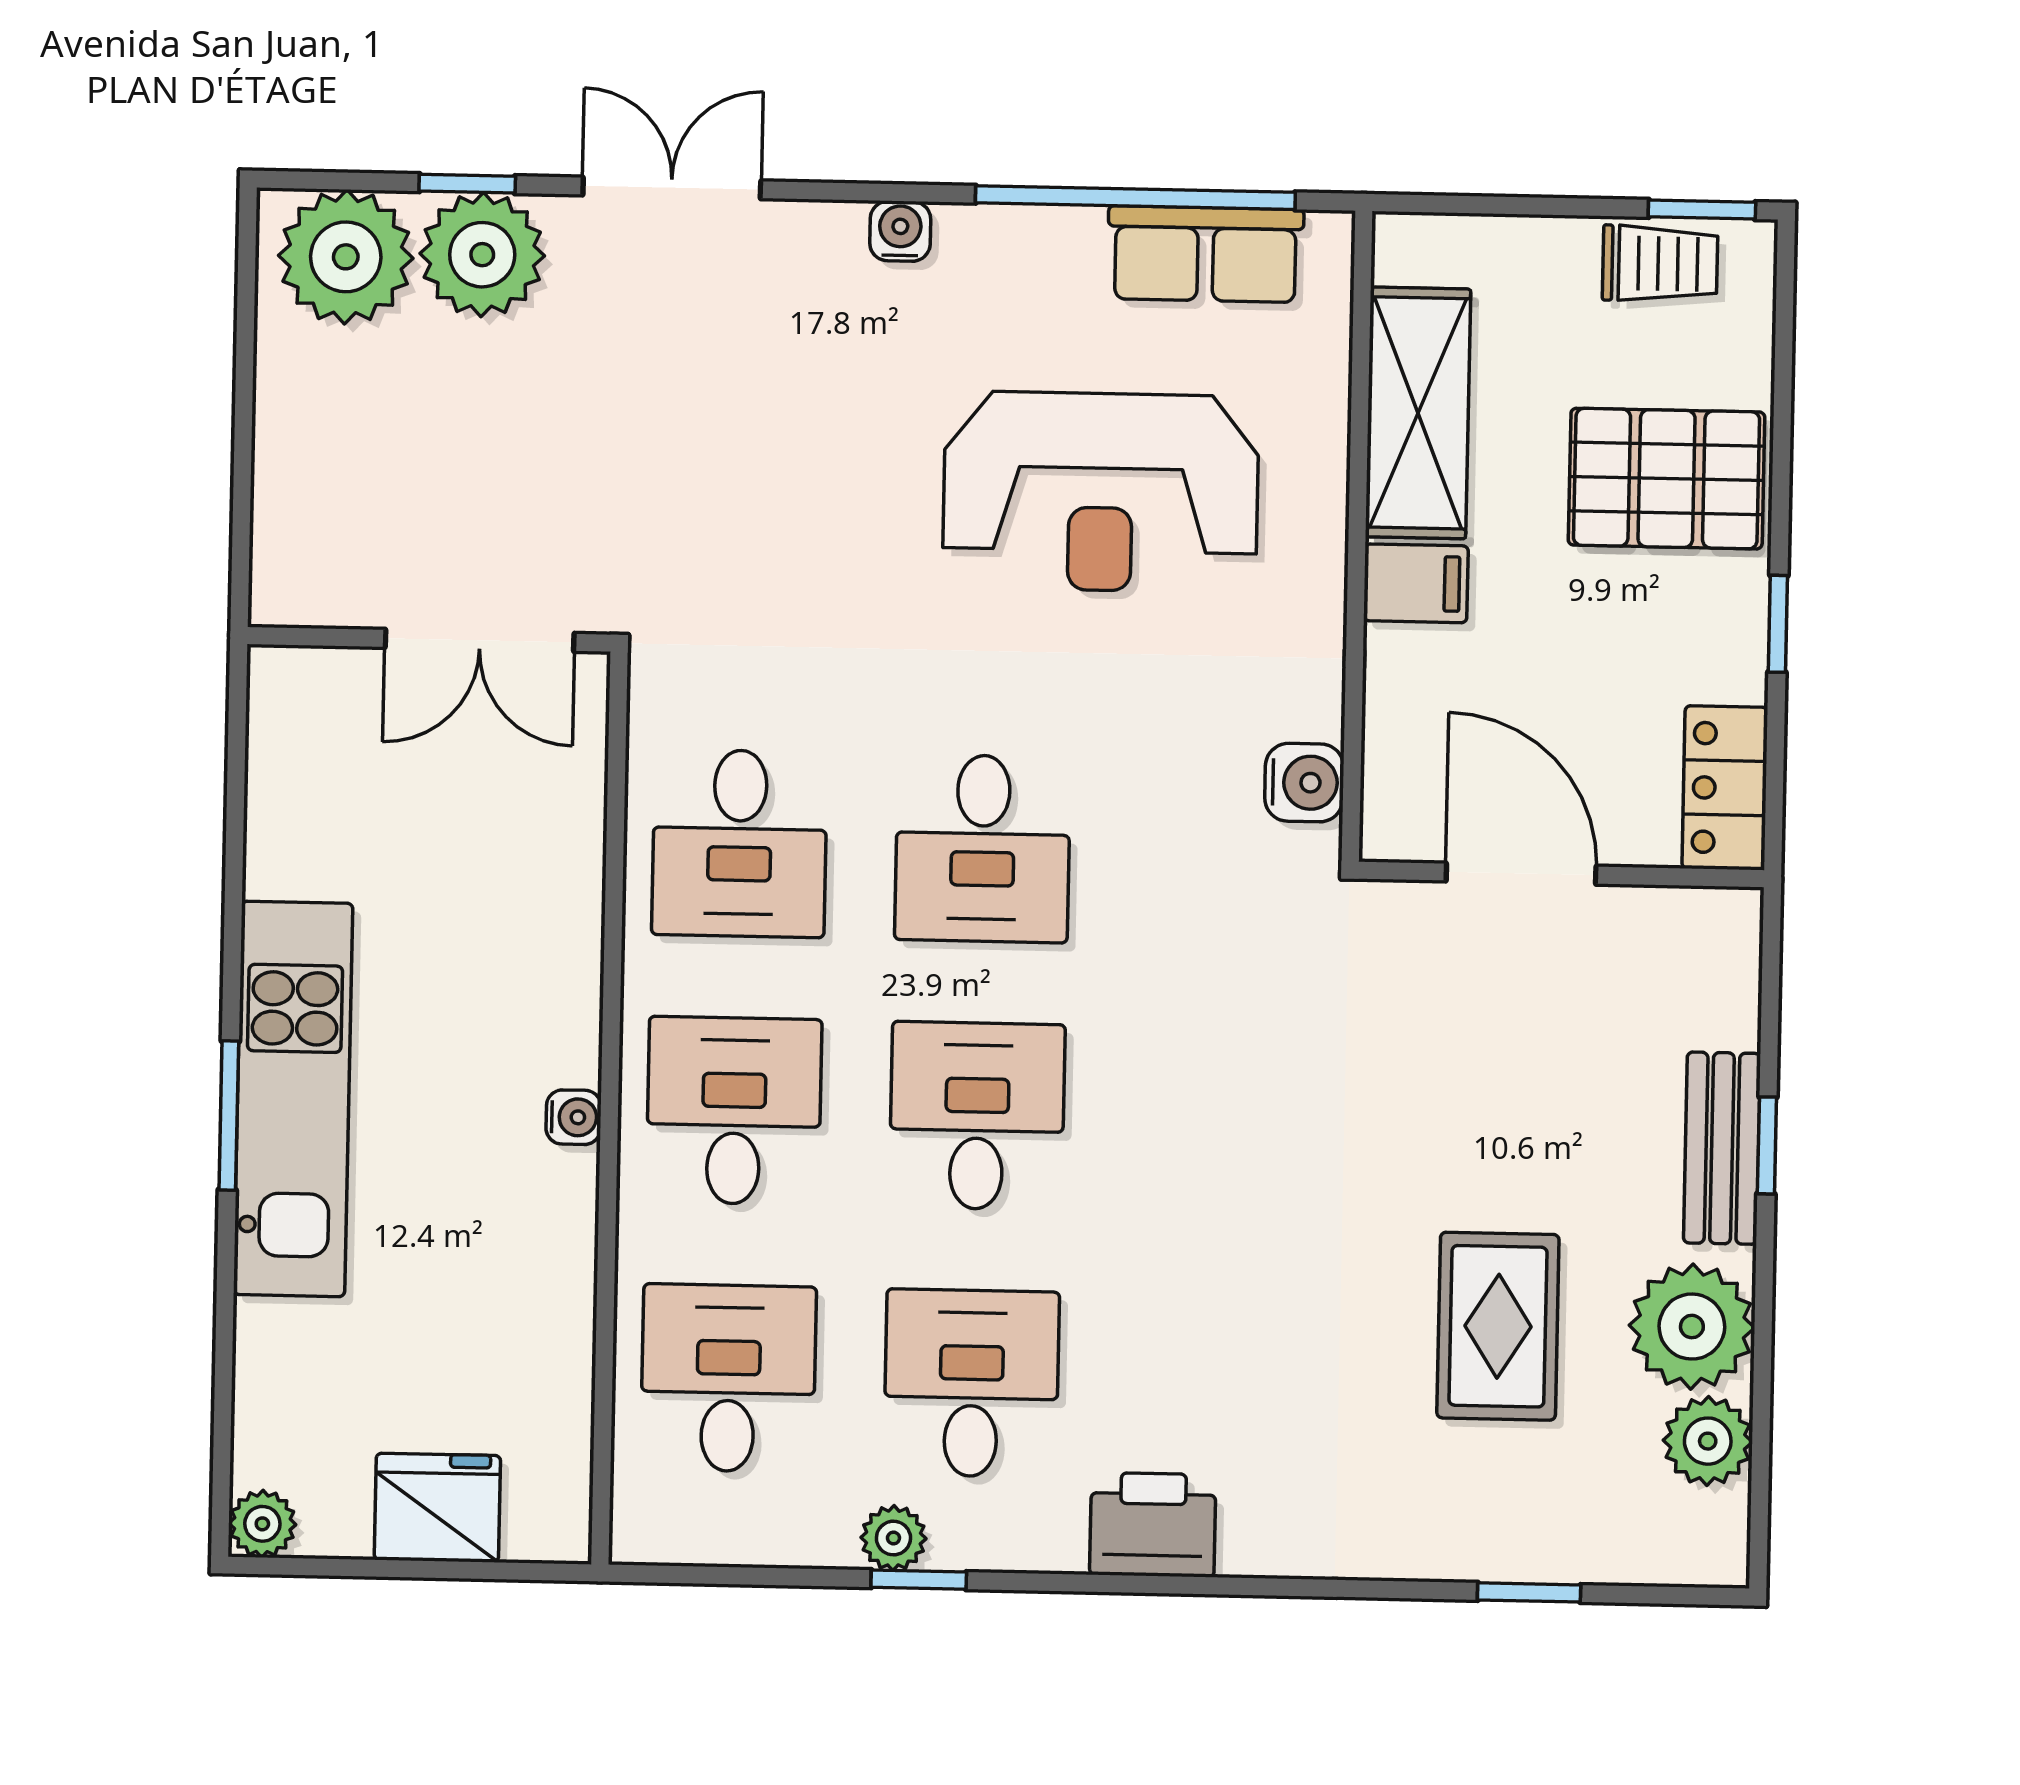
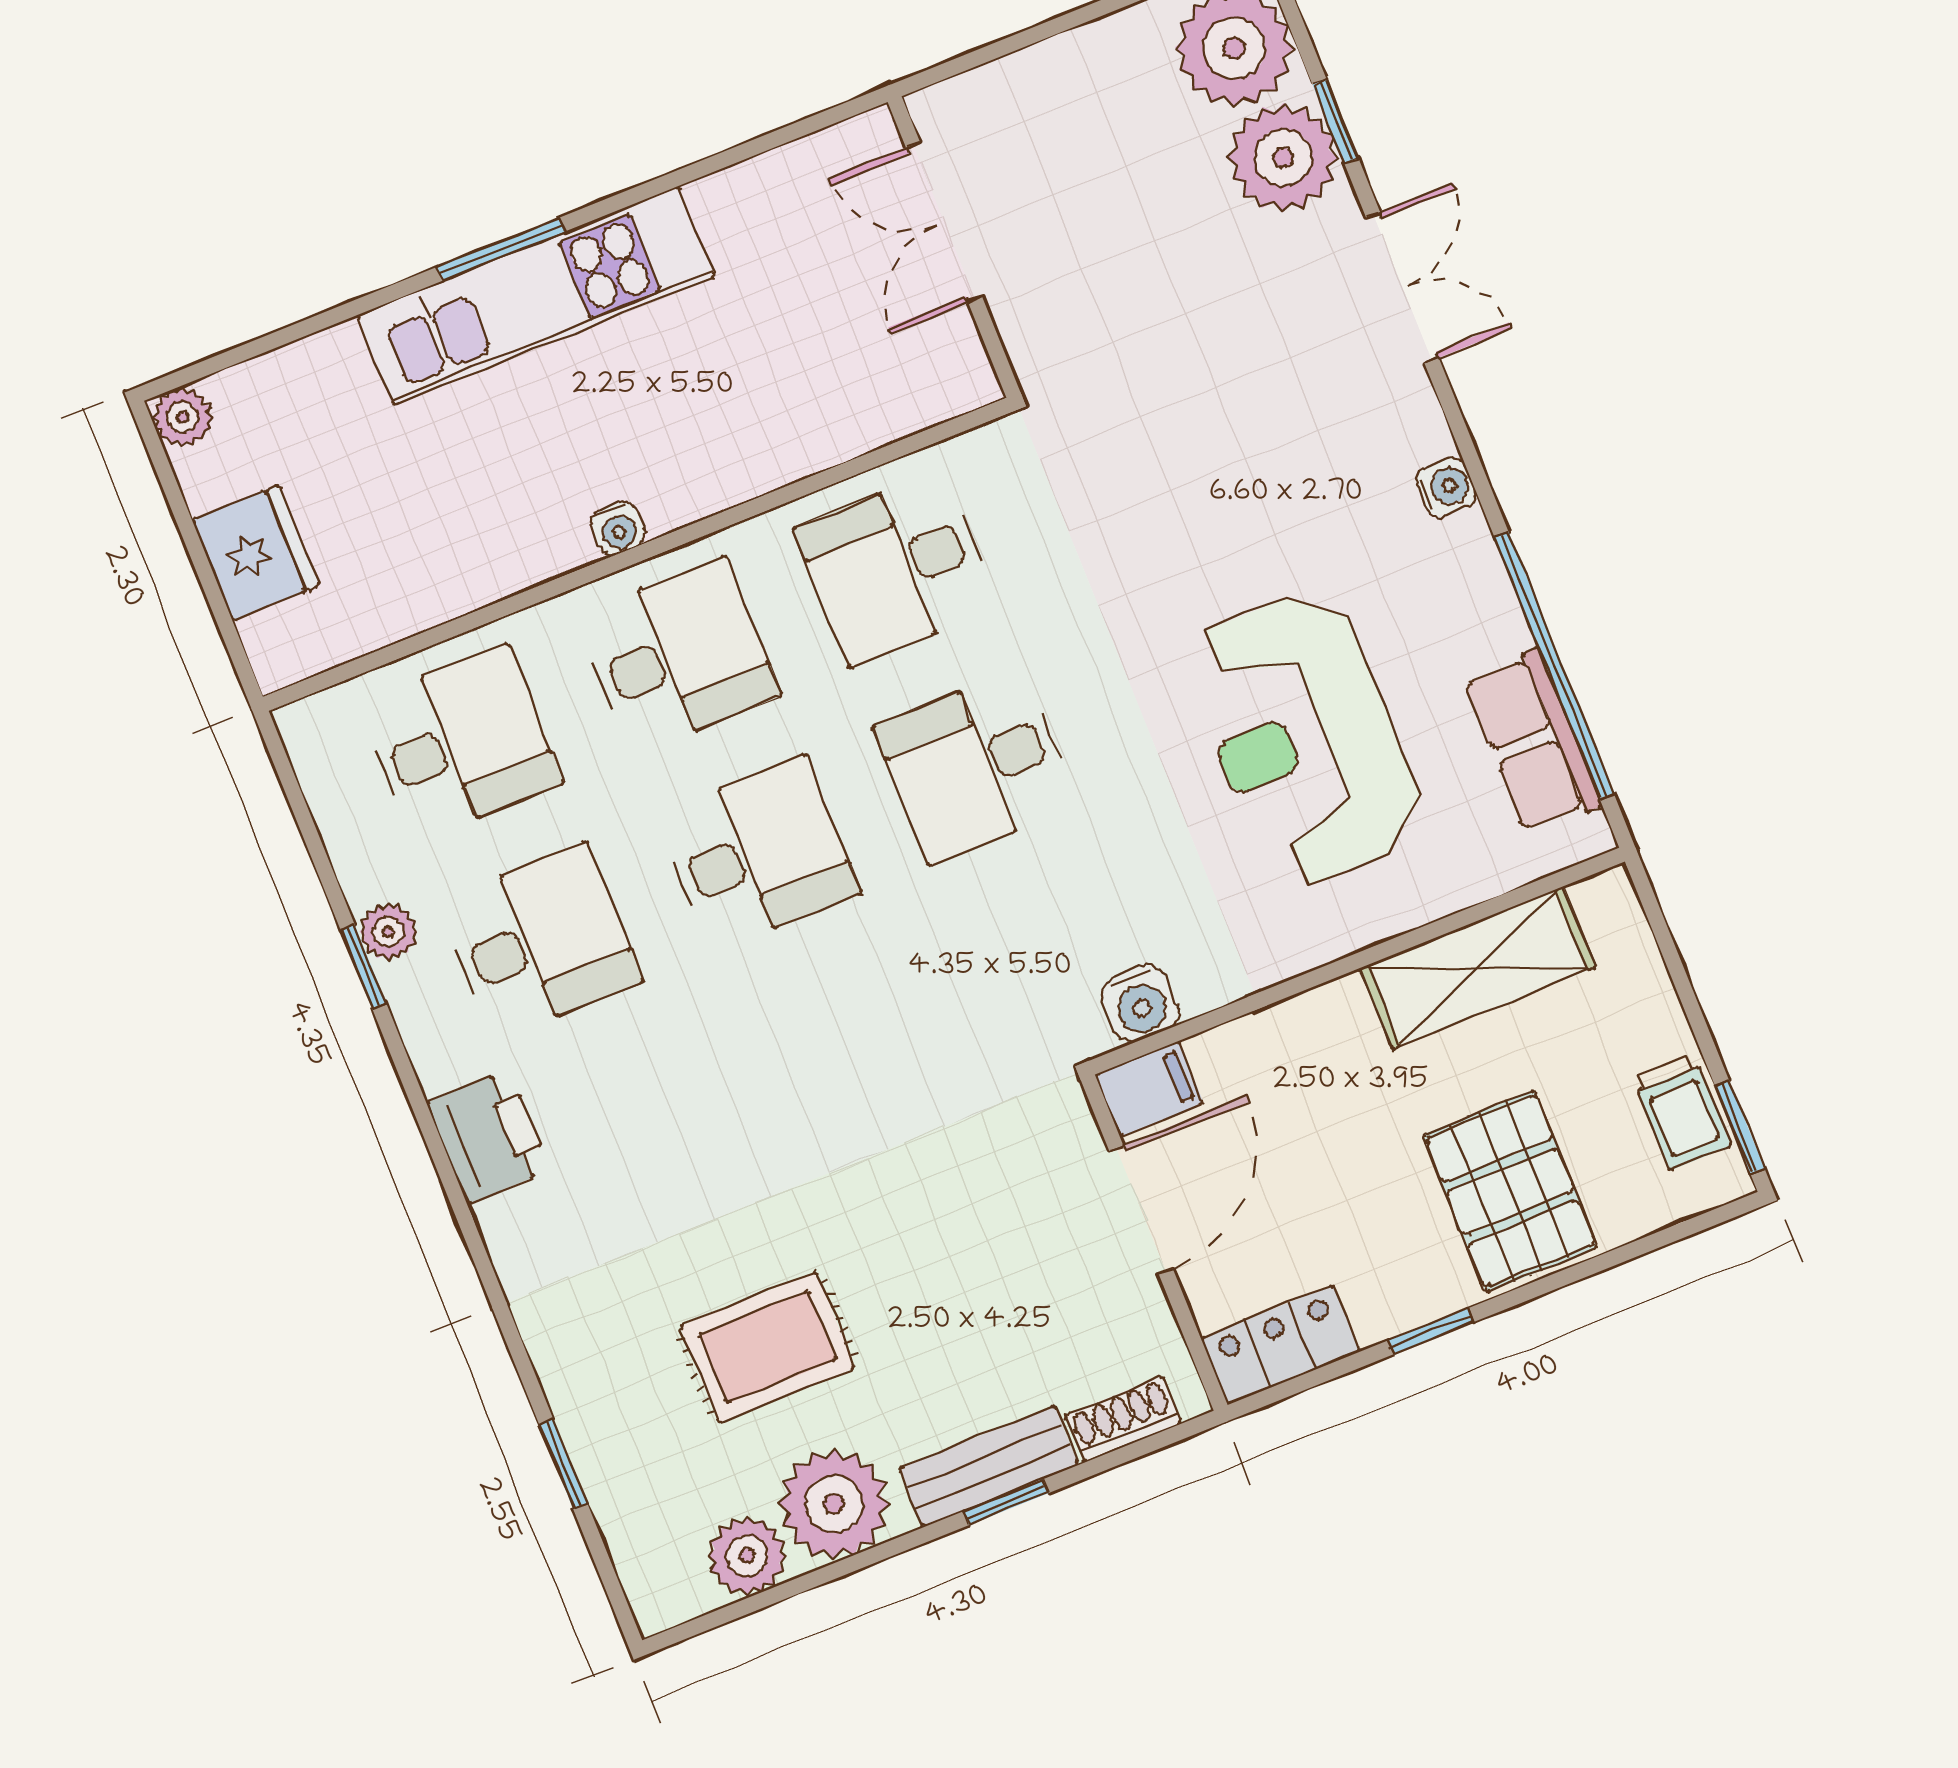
filing cabinet: (1416, 583) -> (1149, 1089), moved, turned -90
double door: (480, 640) -> (944, 222), moved
shoe rack: (1733, 986) -> (1123, 1419), added

